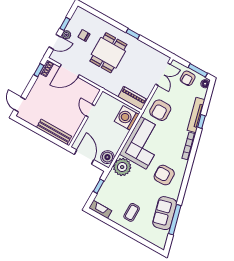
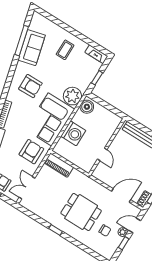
dining table: (108, 53) -> (81, 212), turned 90
washing machine: (127, 118) -> (73, 133), moved
door: (84, 157) -> (110, 108), removed

